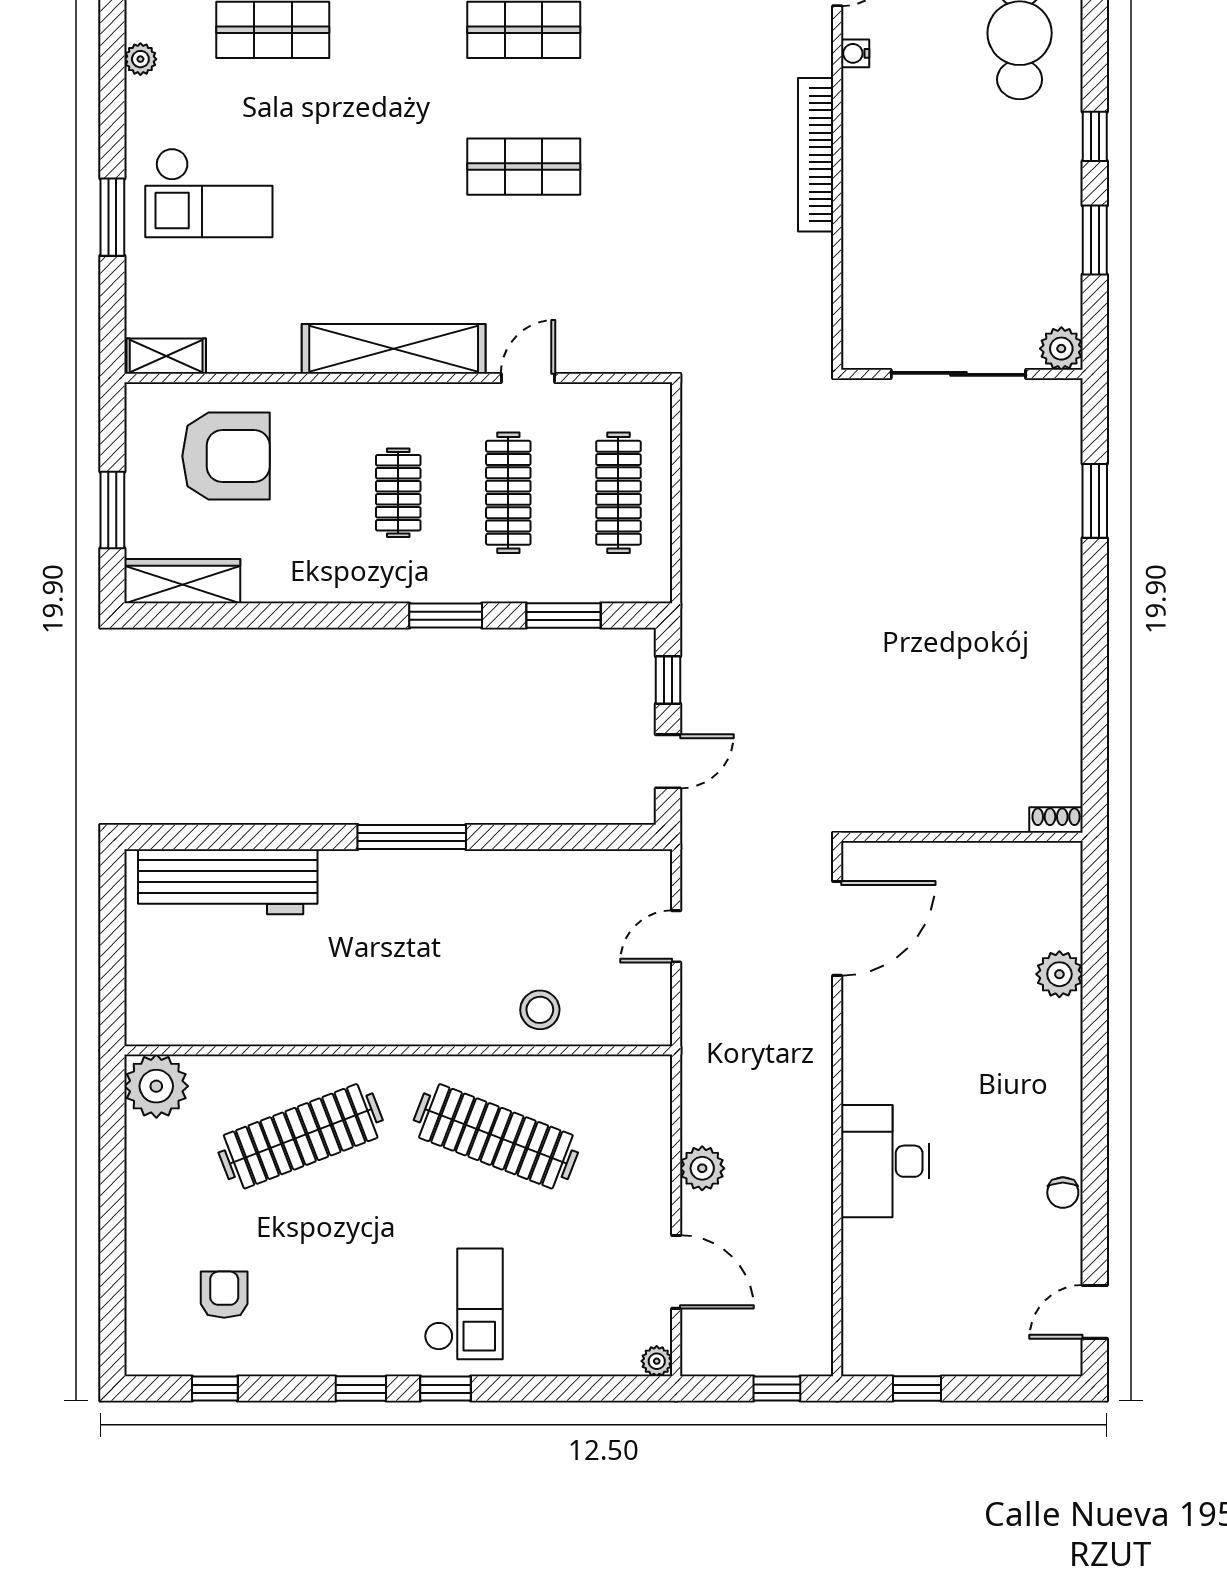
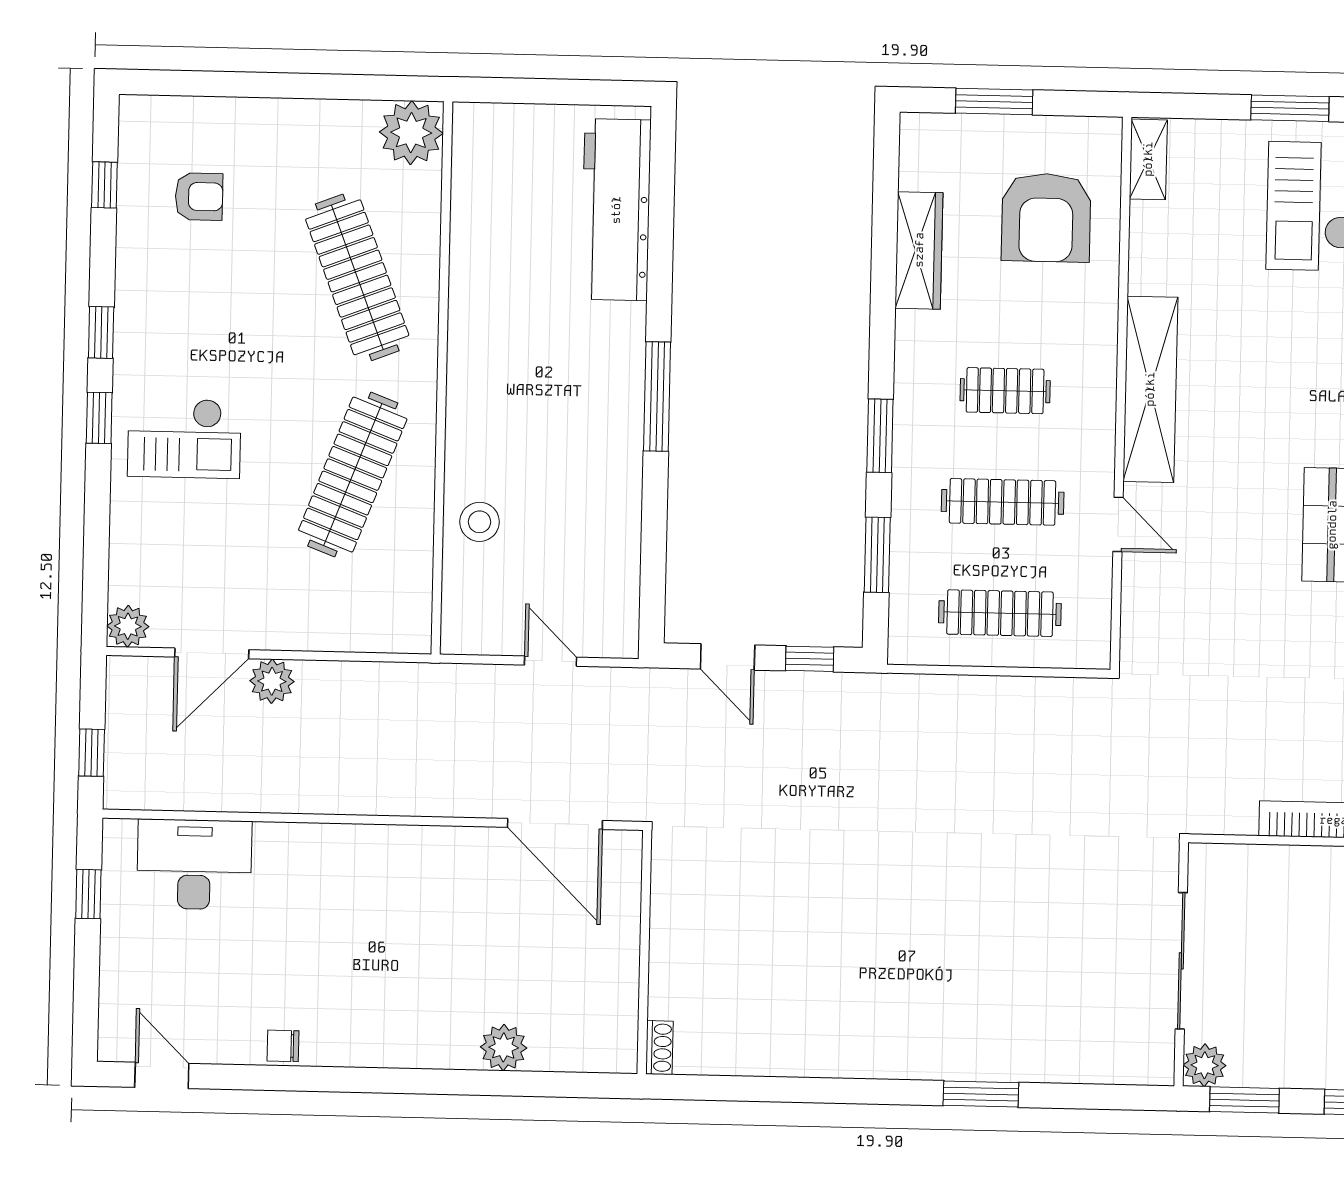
plant: (1061, 349) -> (1205, 1065), moved
sliding door: (958, 374) -> (1181, 961), moved
wall: (962, 374) -> (1181, 964), moved
wardrobe: (182, 581) -> (919, 250), moved
desk: (885, 1161) -> (194, 864), moved
plant: (702, 1168) -> (272, 681), moved
plant: (657, 1361) -> (128, 626), width x1.38, depth x1.38

